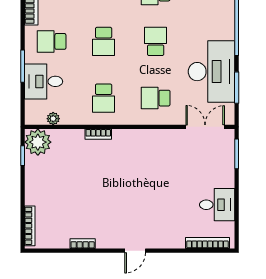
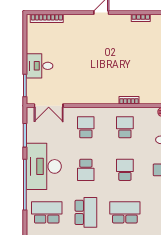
desk: (212, 72) -> (44, 166), moved
school desk: (156, 98) -> (86, 127), turned -90
desk: (217, 205) -> (40, 66), moved

